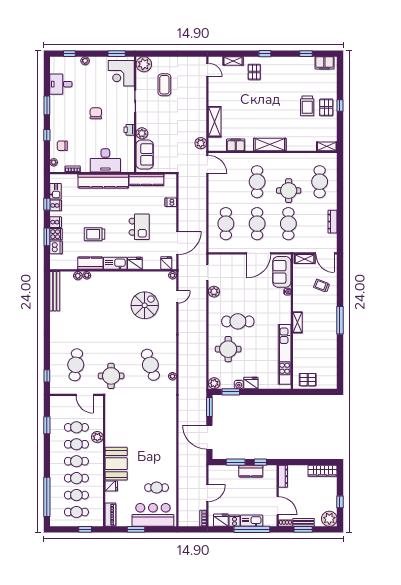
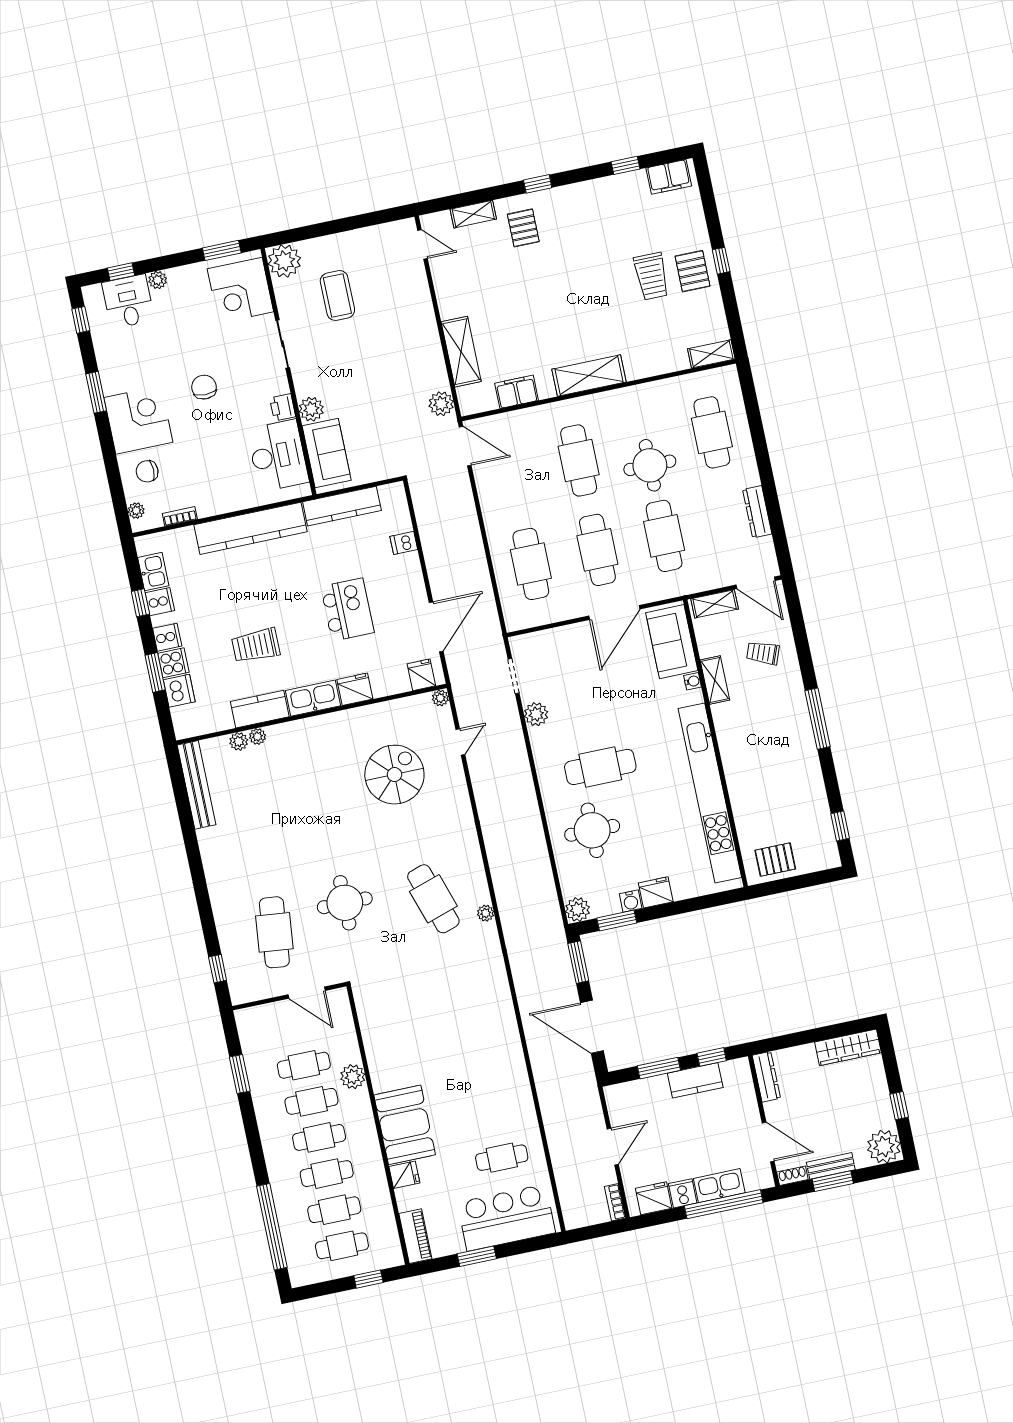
desk: (61, 84) -> (128, 301), moved, turned 90
corner desk: (63, 122) -> (138, 420), added
window: (47, 135) -> (81, 320), moved
desk: (105, 160) -> (278, 456), moved, turned -90
shelving: (298, 322) -> (715, 680), moved
kitchen unit: (285, 354) -> (710, 793), width x1.36
window: (340, 371) -> (840, 826), added
round table: (111, 376) -> (345, 903), moved

